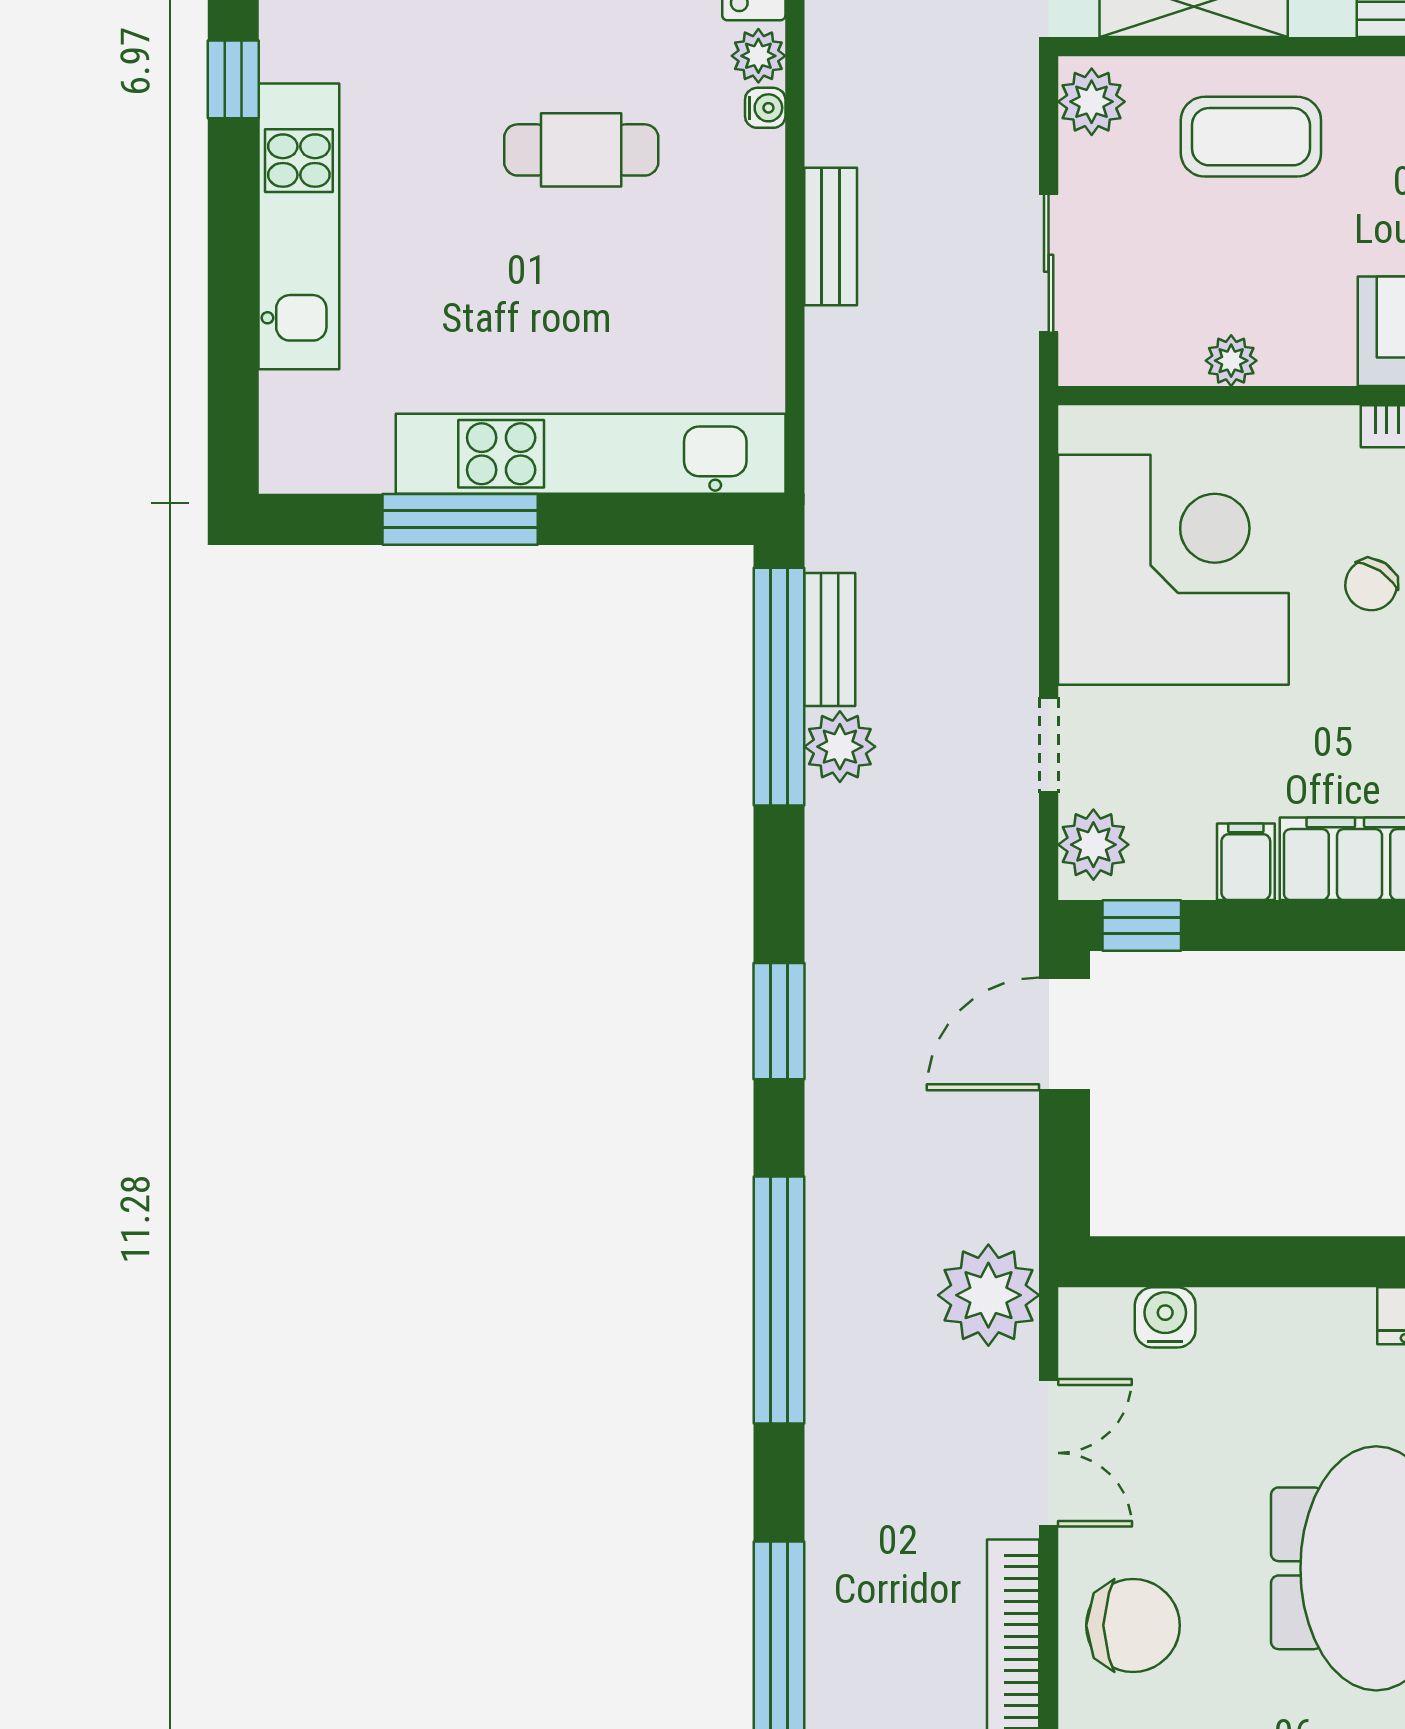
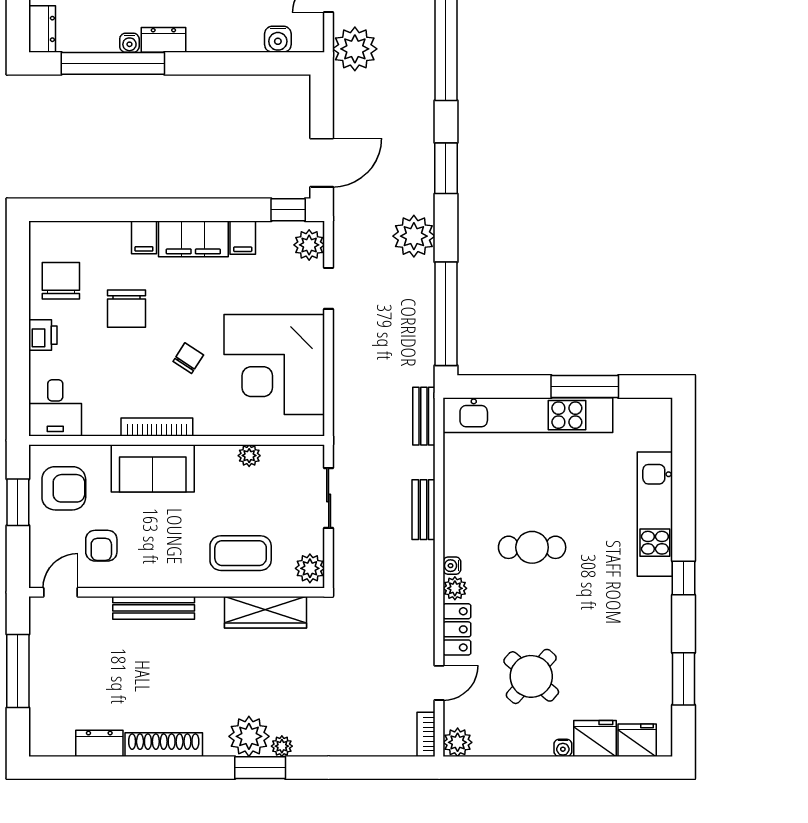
bench: (830, 640) -> (424, 416), moved
plant: (840, 747) -> (414, 236), moved, width x1.36, depth x1.36

